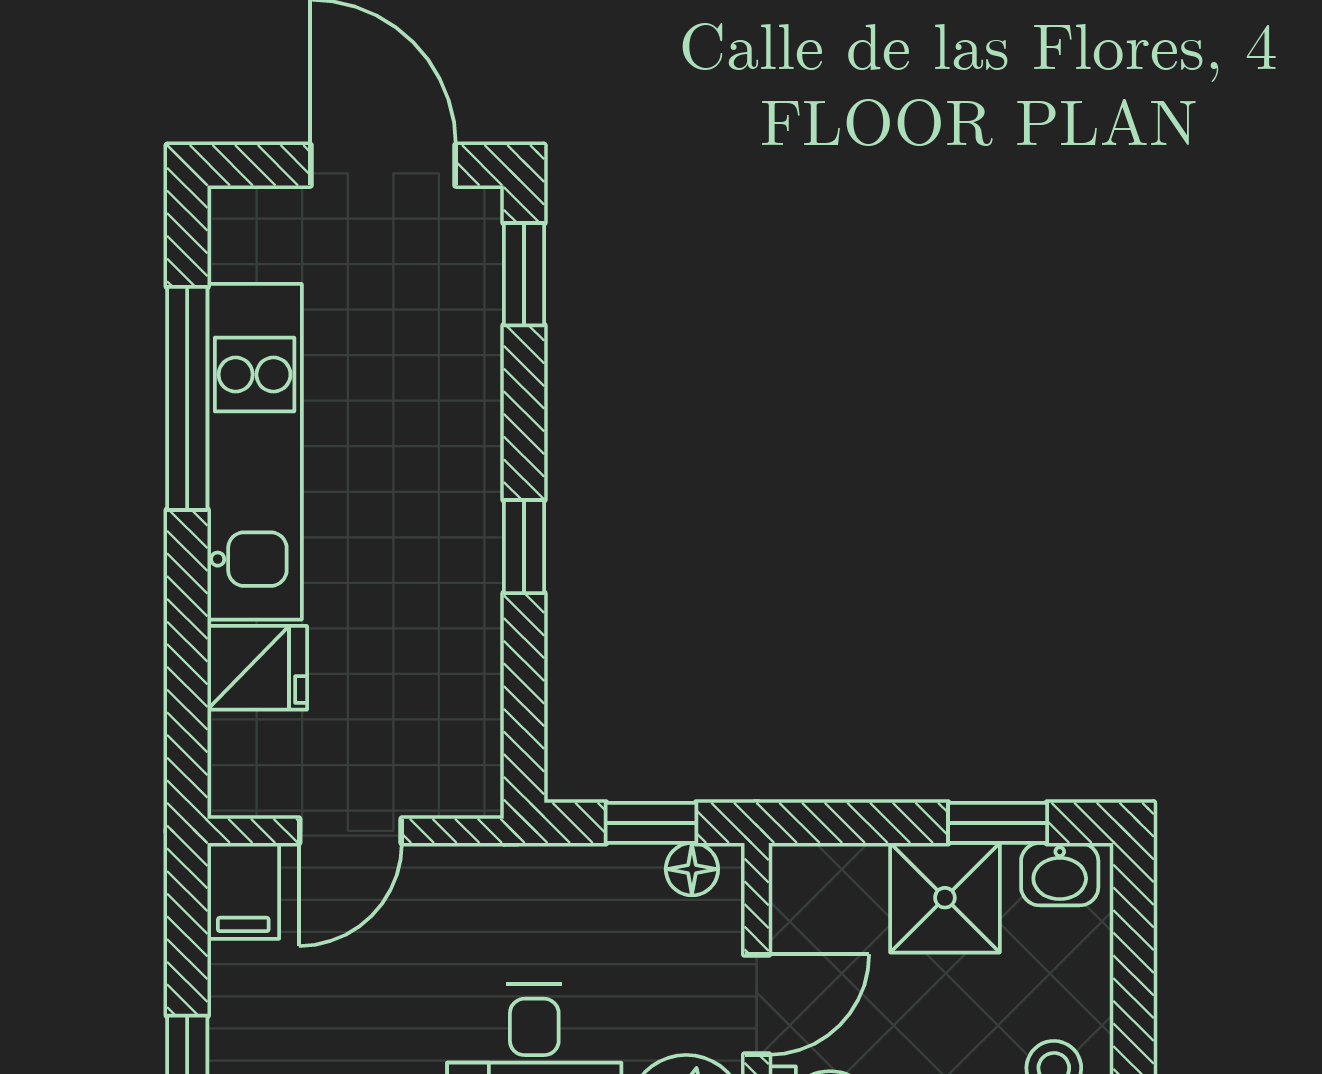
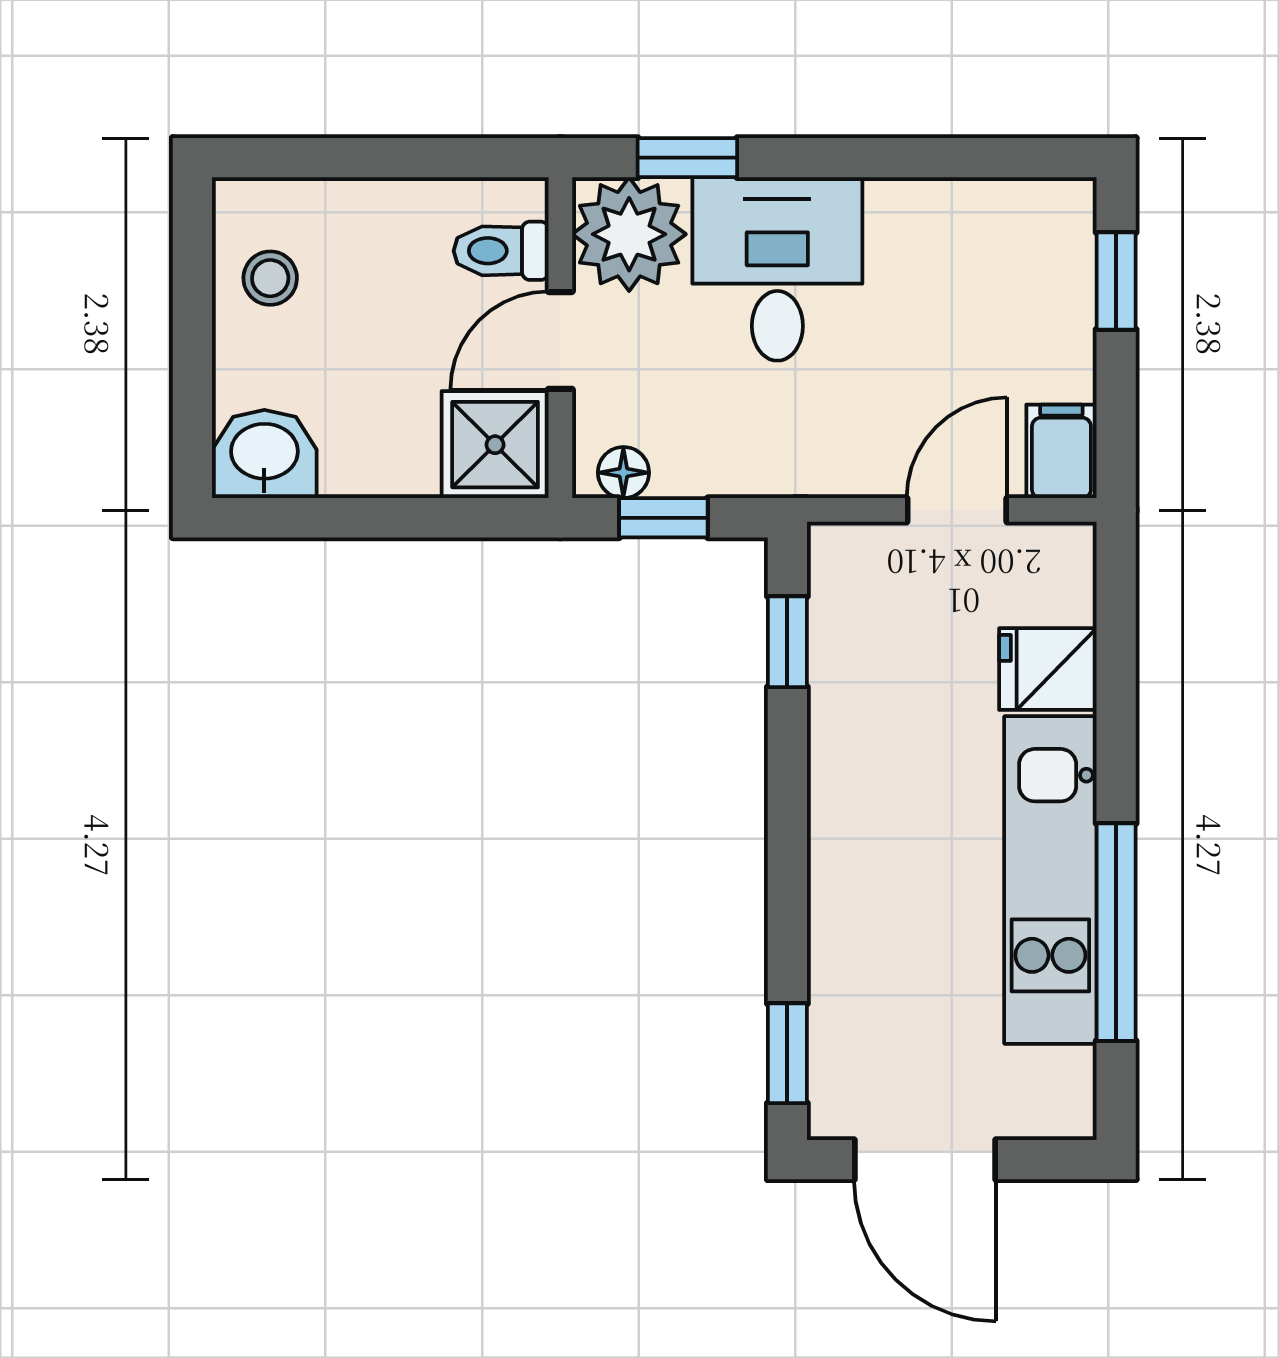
window: (524, 547) -> (787, 642), moved
window: (998, 823) -> (325, 518), removed
washbasin: (1060, 874) -> (264, 454), width x1.38, depth x1.45
shower: (945, 898) -> (495, 445), moved

